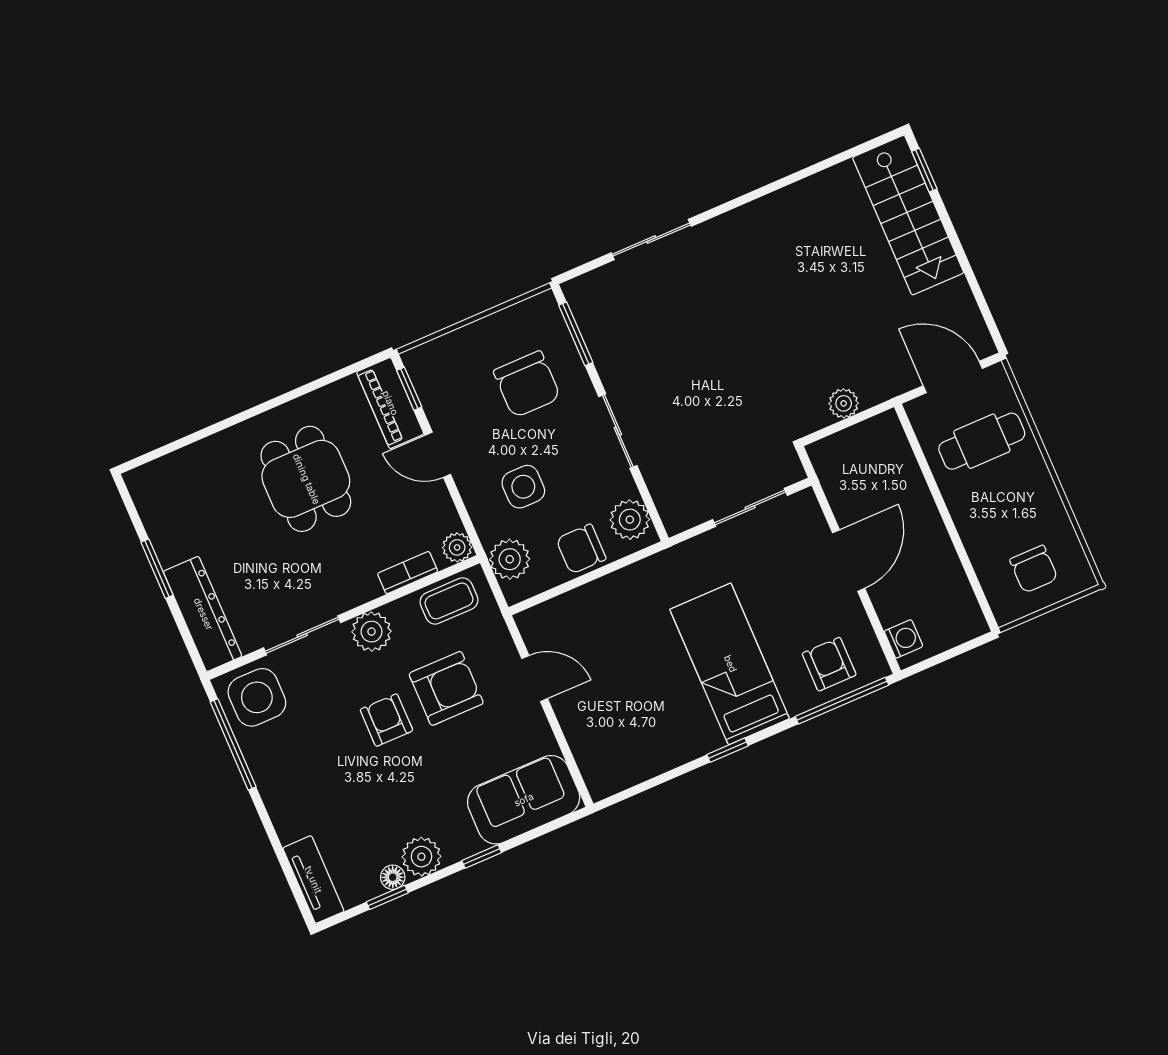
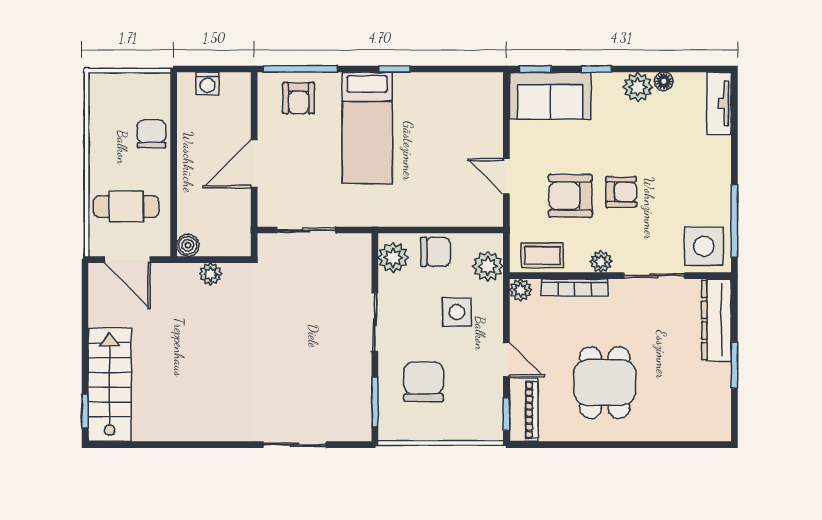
boiler: (886, 426) -> (188, 245), added
chair: (1034, 569) -> (152, 134), moved
bookcase: (408, 573) -> (574, 287), width x1.56
plant: (371, 632) -> (601, 262), width x0.73, depth x0.73
washing machine: (904, 639) -> (208, 84), moved, turned -90
armchair: (386, 720) -> (621, 192), turned -90
window: (387, 897) -> (535, 69), moved

